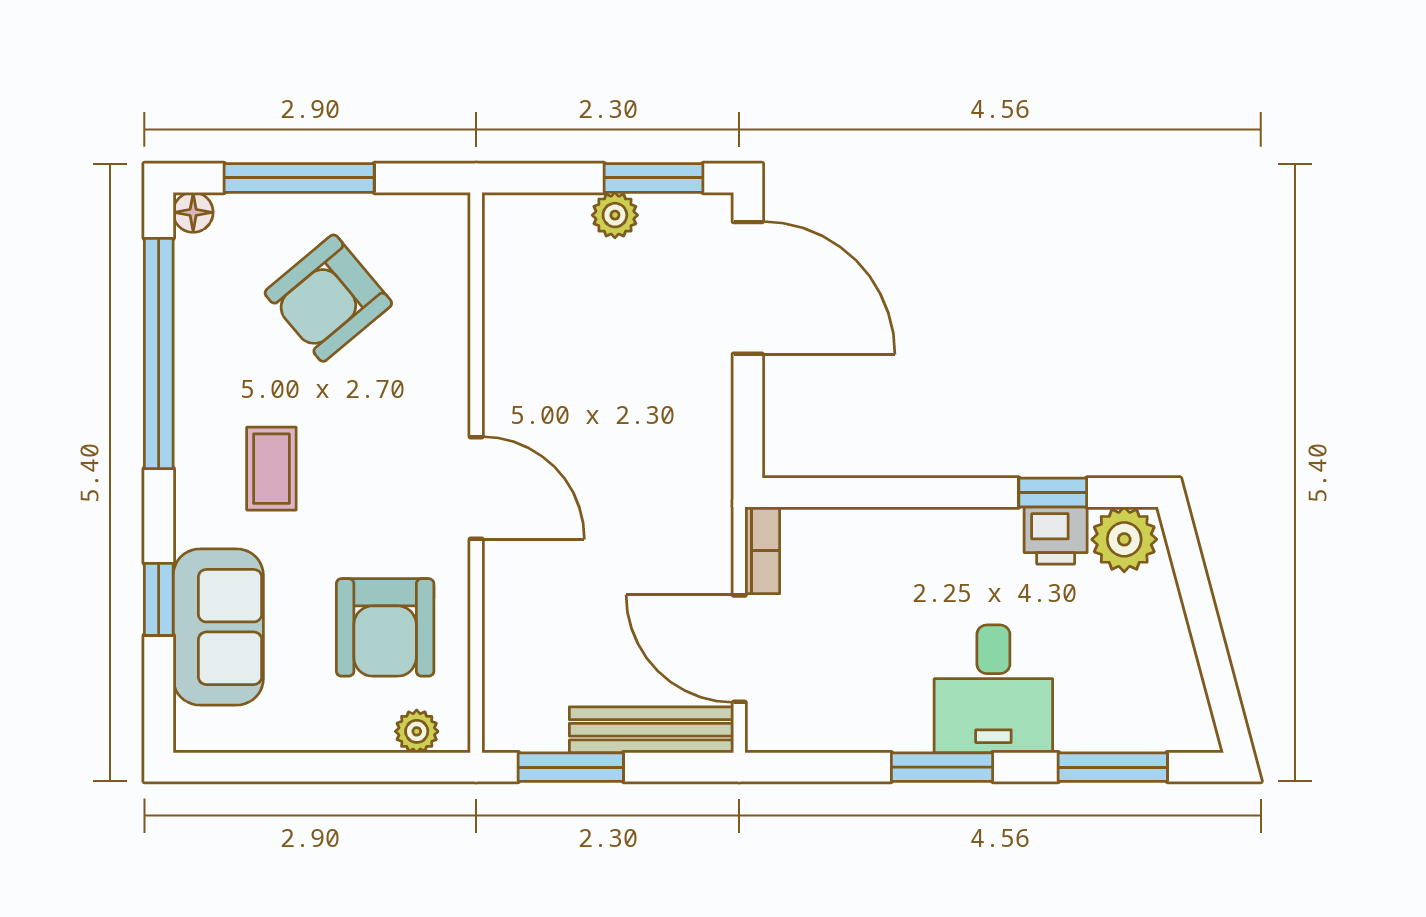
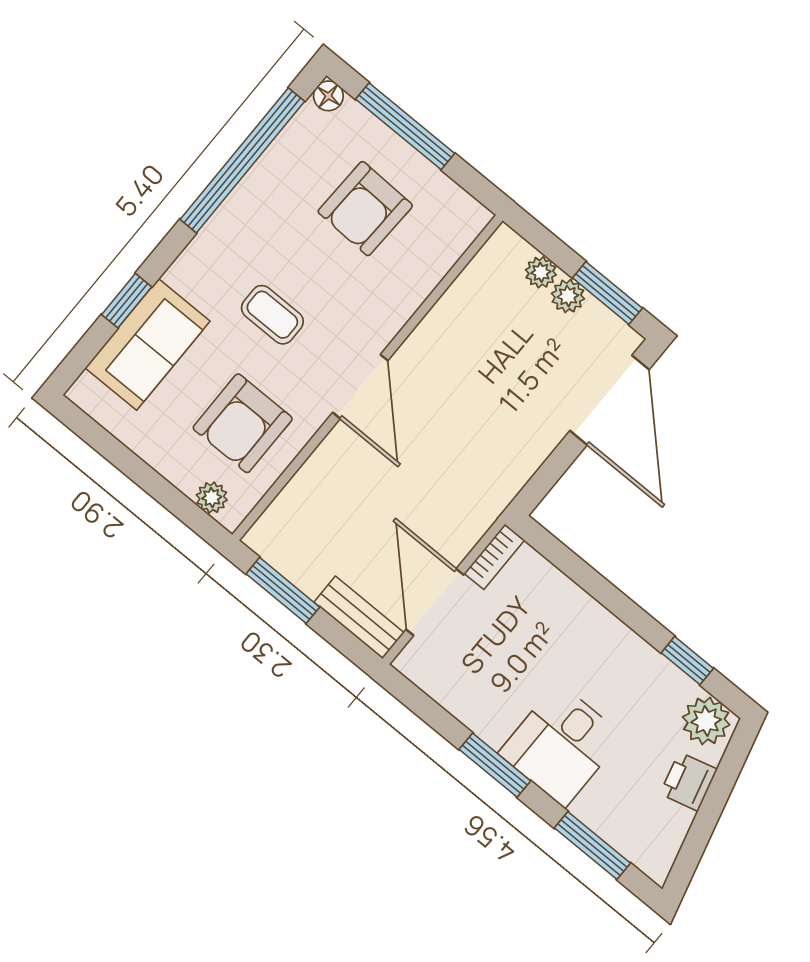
plant: (566, 214) -> (541, 272), added
armchair: (328, 298) -> (365, 209), turned -48
coffee table: (271, 469) -> (272, 315), moved, turned 90
printer: (1056, 535) -> (689, 782), moved, turned 75
bench: (651, 730) -> (359, 617), width x0.73

